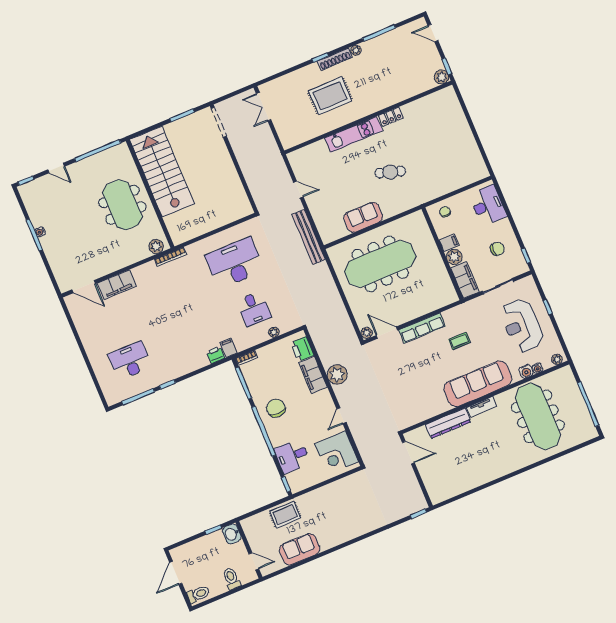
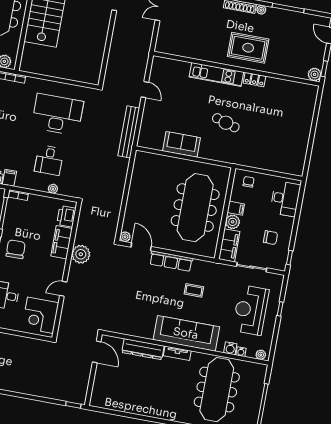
rug: (330, 96) -> (248, 48), moved
meeting table: (380, 264) -> (195, 208), moved, turned 90

